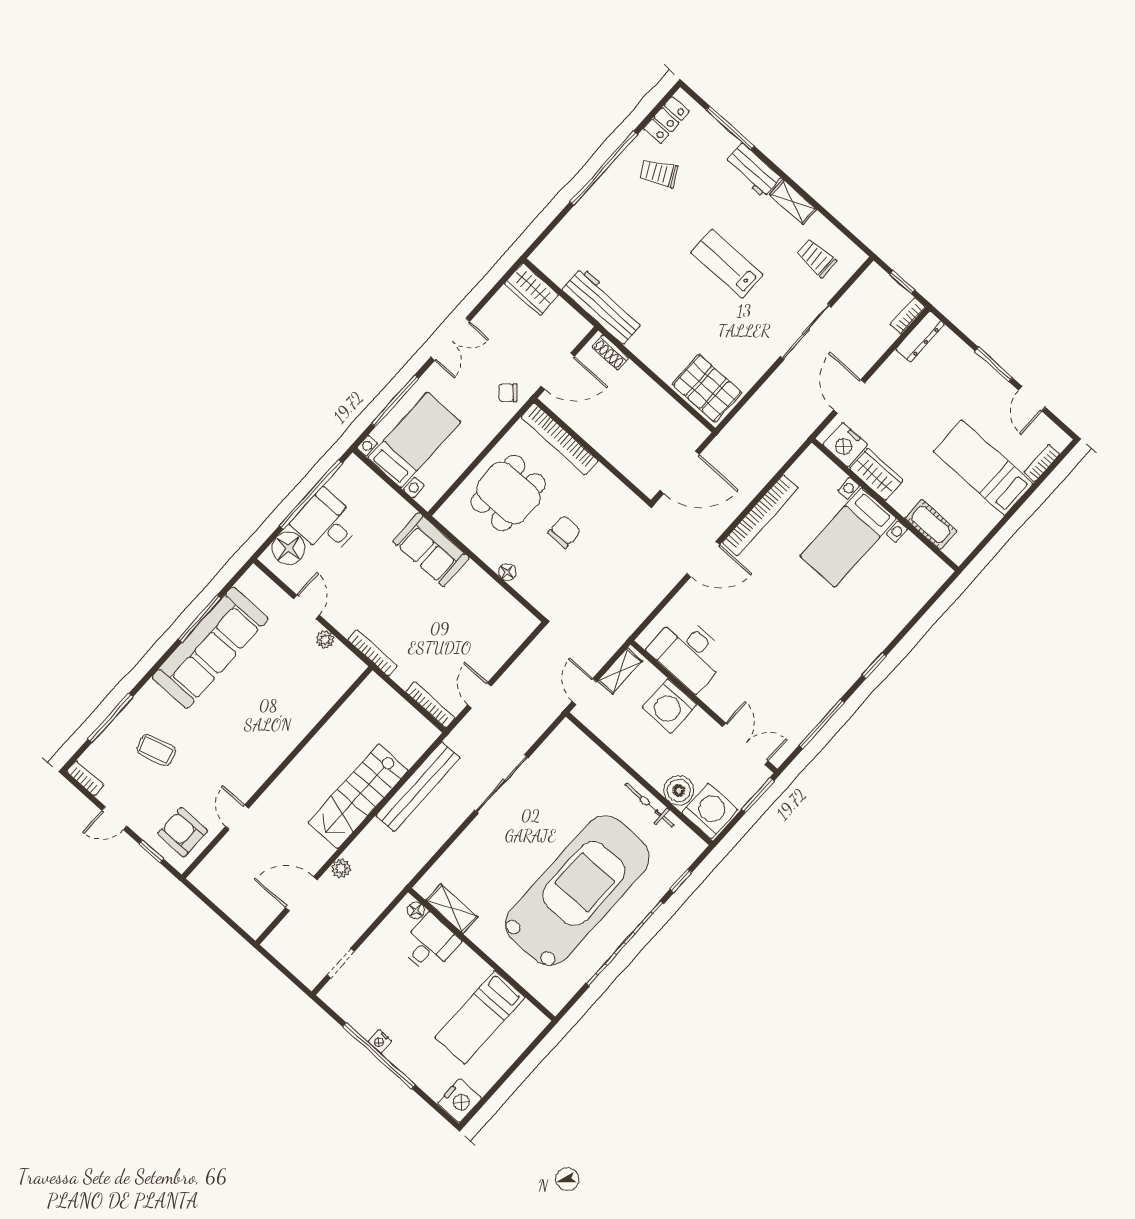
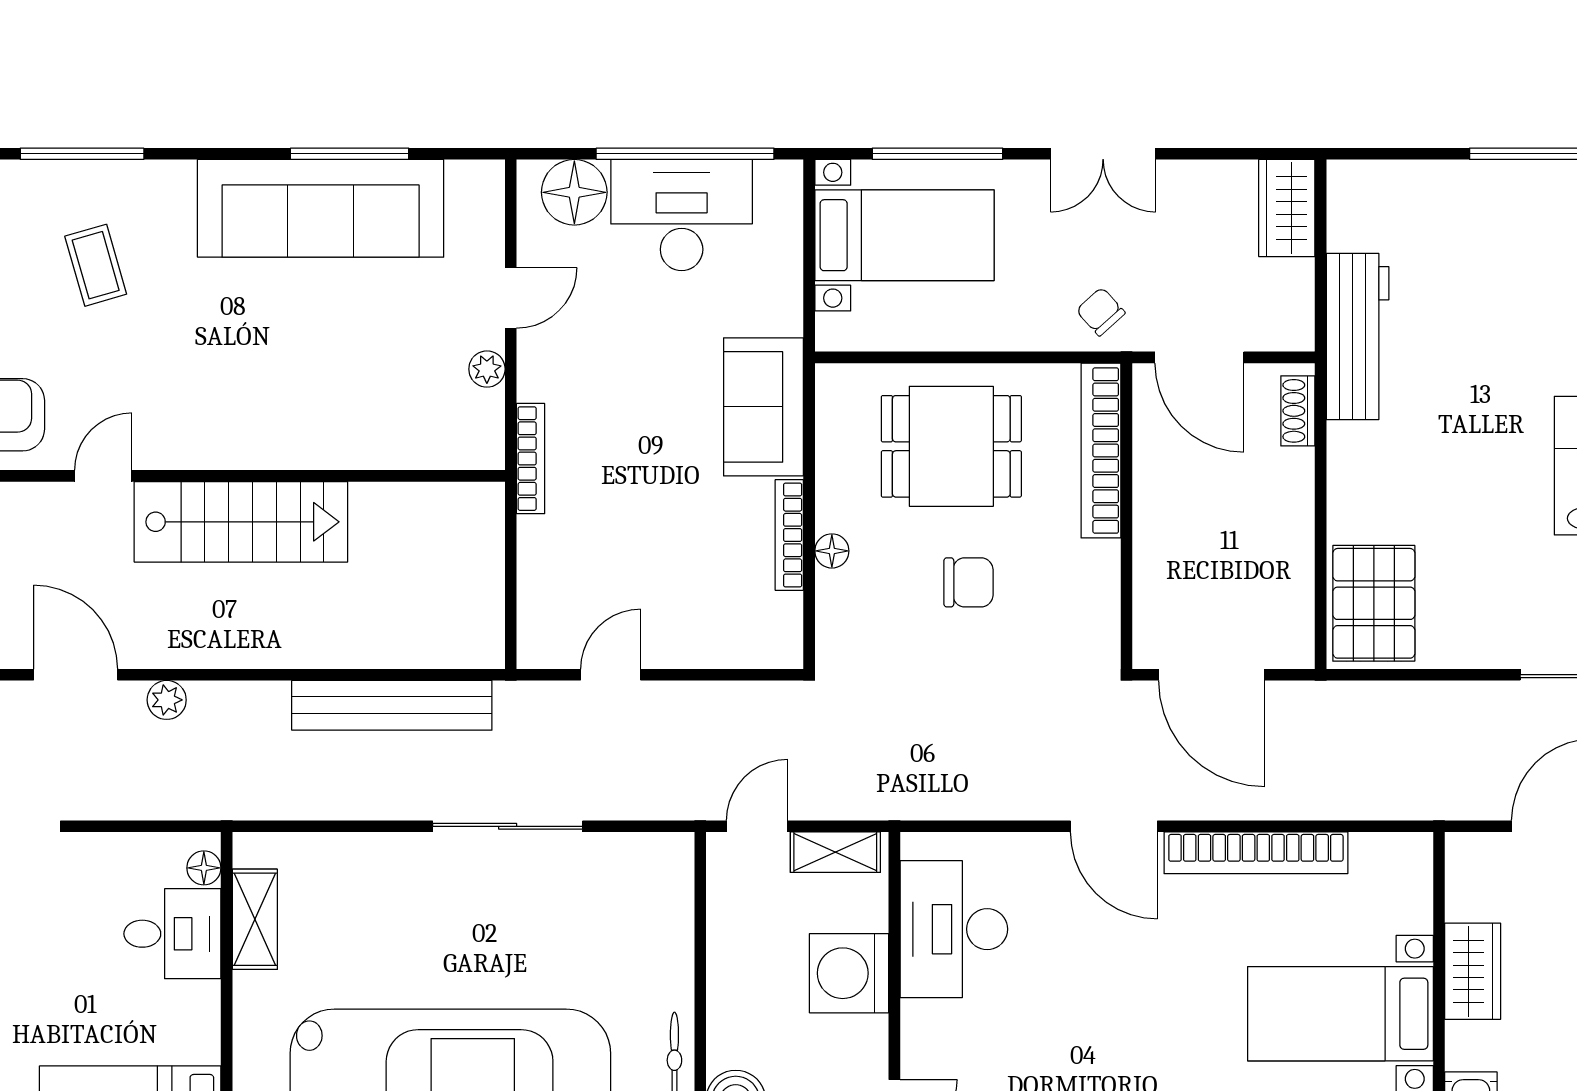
nightstand: (845, 445) -> (1475, 885), removed
desk: (326, 523) -> (682, 215), width x1.37
bookcase: (430, 705) -> (789, 535), moved, turned 180
stairs: (358, 796) -> (241, 522), moved, turned 180

